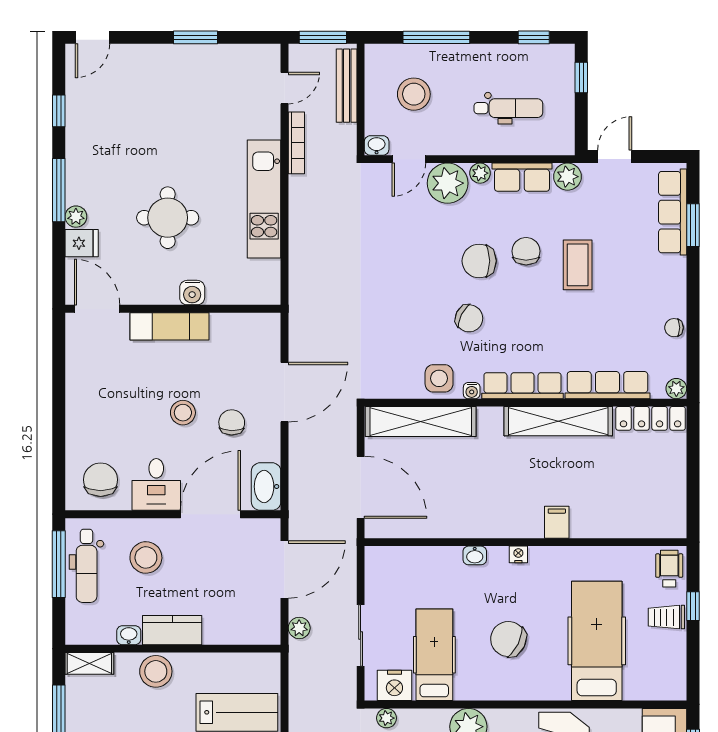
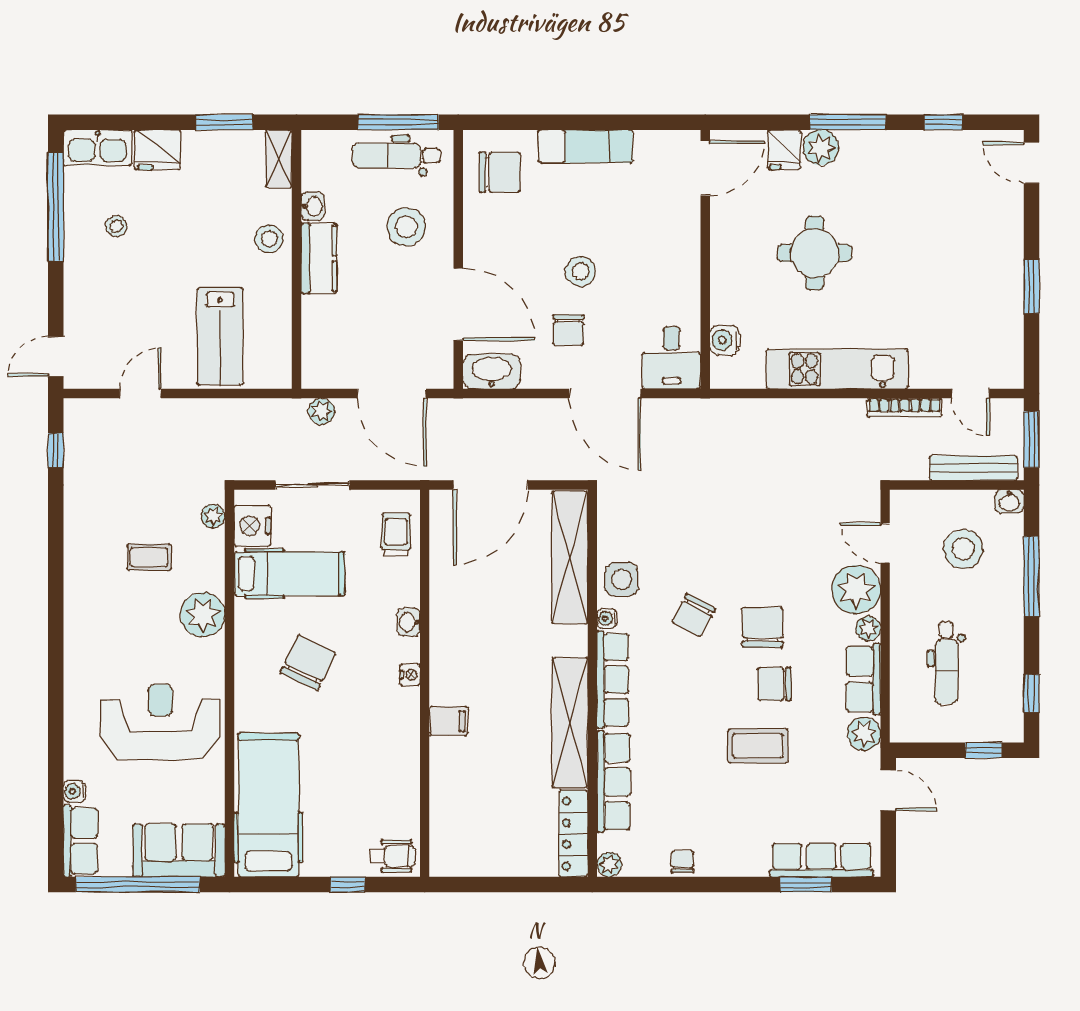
washbasin: (377, 145) -> (1009, 501), moved, turned 90
plant: (76, 217) -> (821, 148), width x1.38, depth x1.38
chair: (526, 251) -> (774, 684), turned 180
water cooler: (192, 293) -> (725, 340), moved
exam couch: (170, 326) -> (585, 146), moved, turned -90
chair: (232, 422) -> (569, 330), turned 89
desk: (156, 484) -> (671, 358), moved, turned -90
trolley: (666, 617) -> (396, 535), moved
hospital bed: (597, 641) -> (268, 805), moved, turned -90
stool: (156, 671) -> (269, 239), width x0.73, depth x0.73

